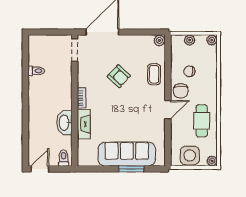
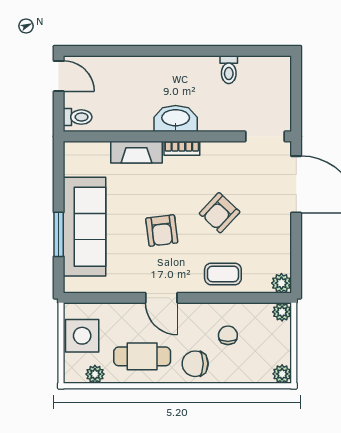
plant: (190, 40) -> (282, 312), moved
chair: (181, 91) -> (195, 364), moved
armchair: (129, 110) -> (162, 231), added
washbasin: (64, 123) -> (176, 119), moved
plant: (212, 161) -> (95, 374), moved

